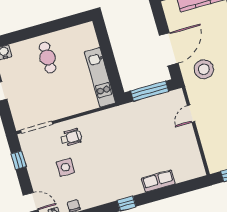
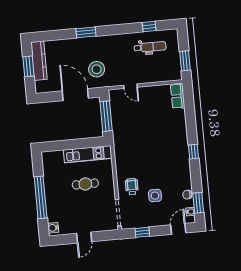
window: (38, 31) -> (41, 197), added
cafe table: (48, 58) -> (85, 184), moved
row of seats: (158, 181) -> (178, 96), moved

